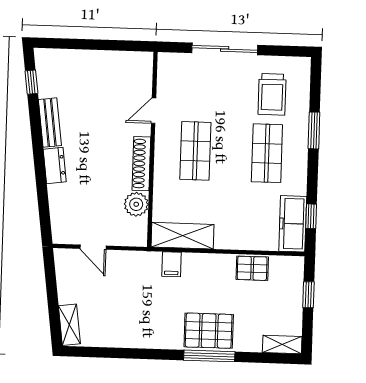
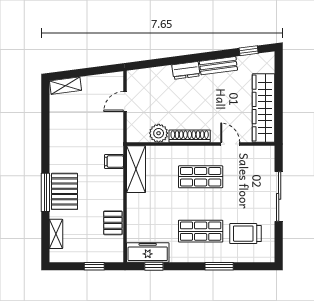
wardrobe: (108, 65) -> (264, 108), added
shelving: (282, 344) -> (56, 234), moved

